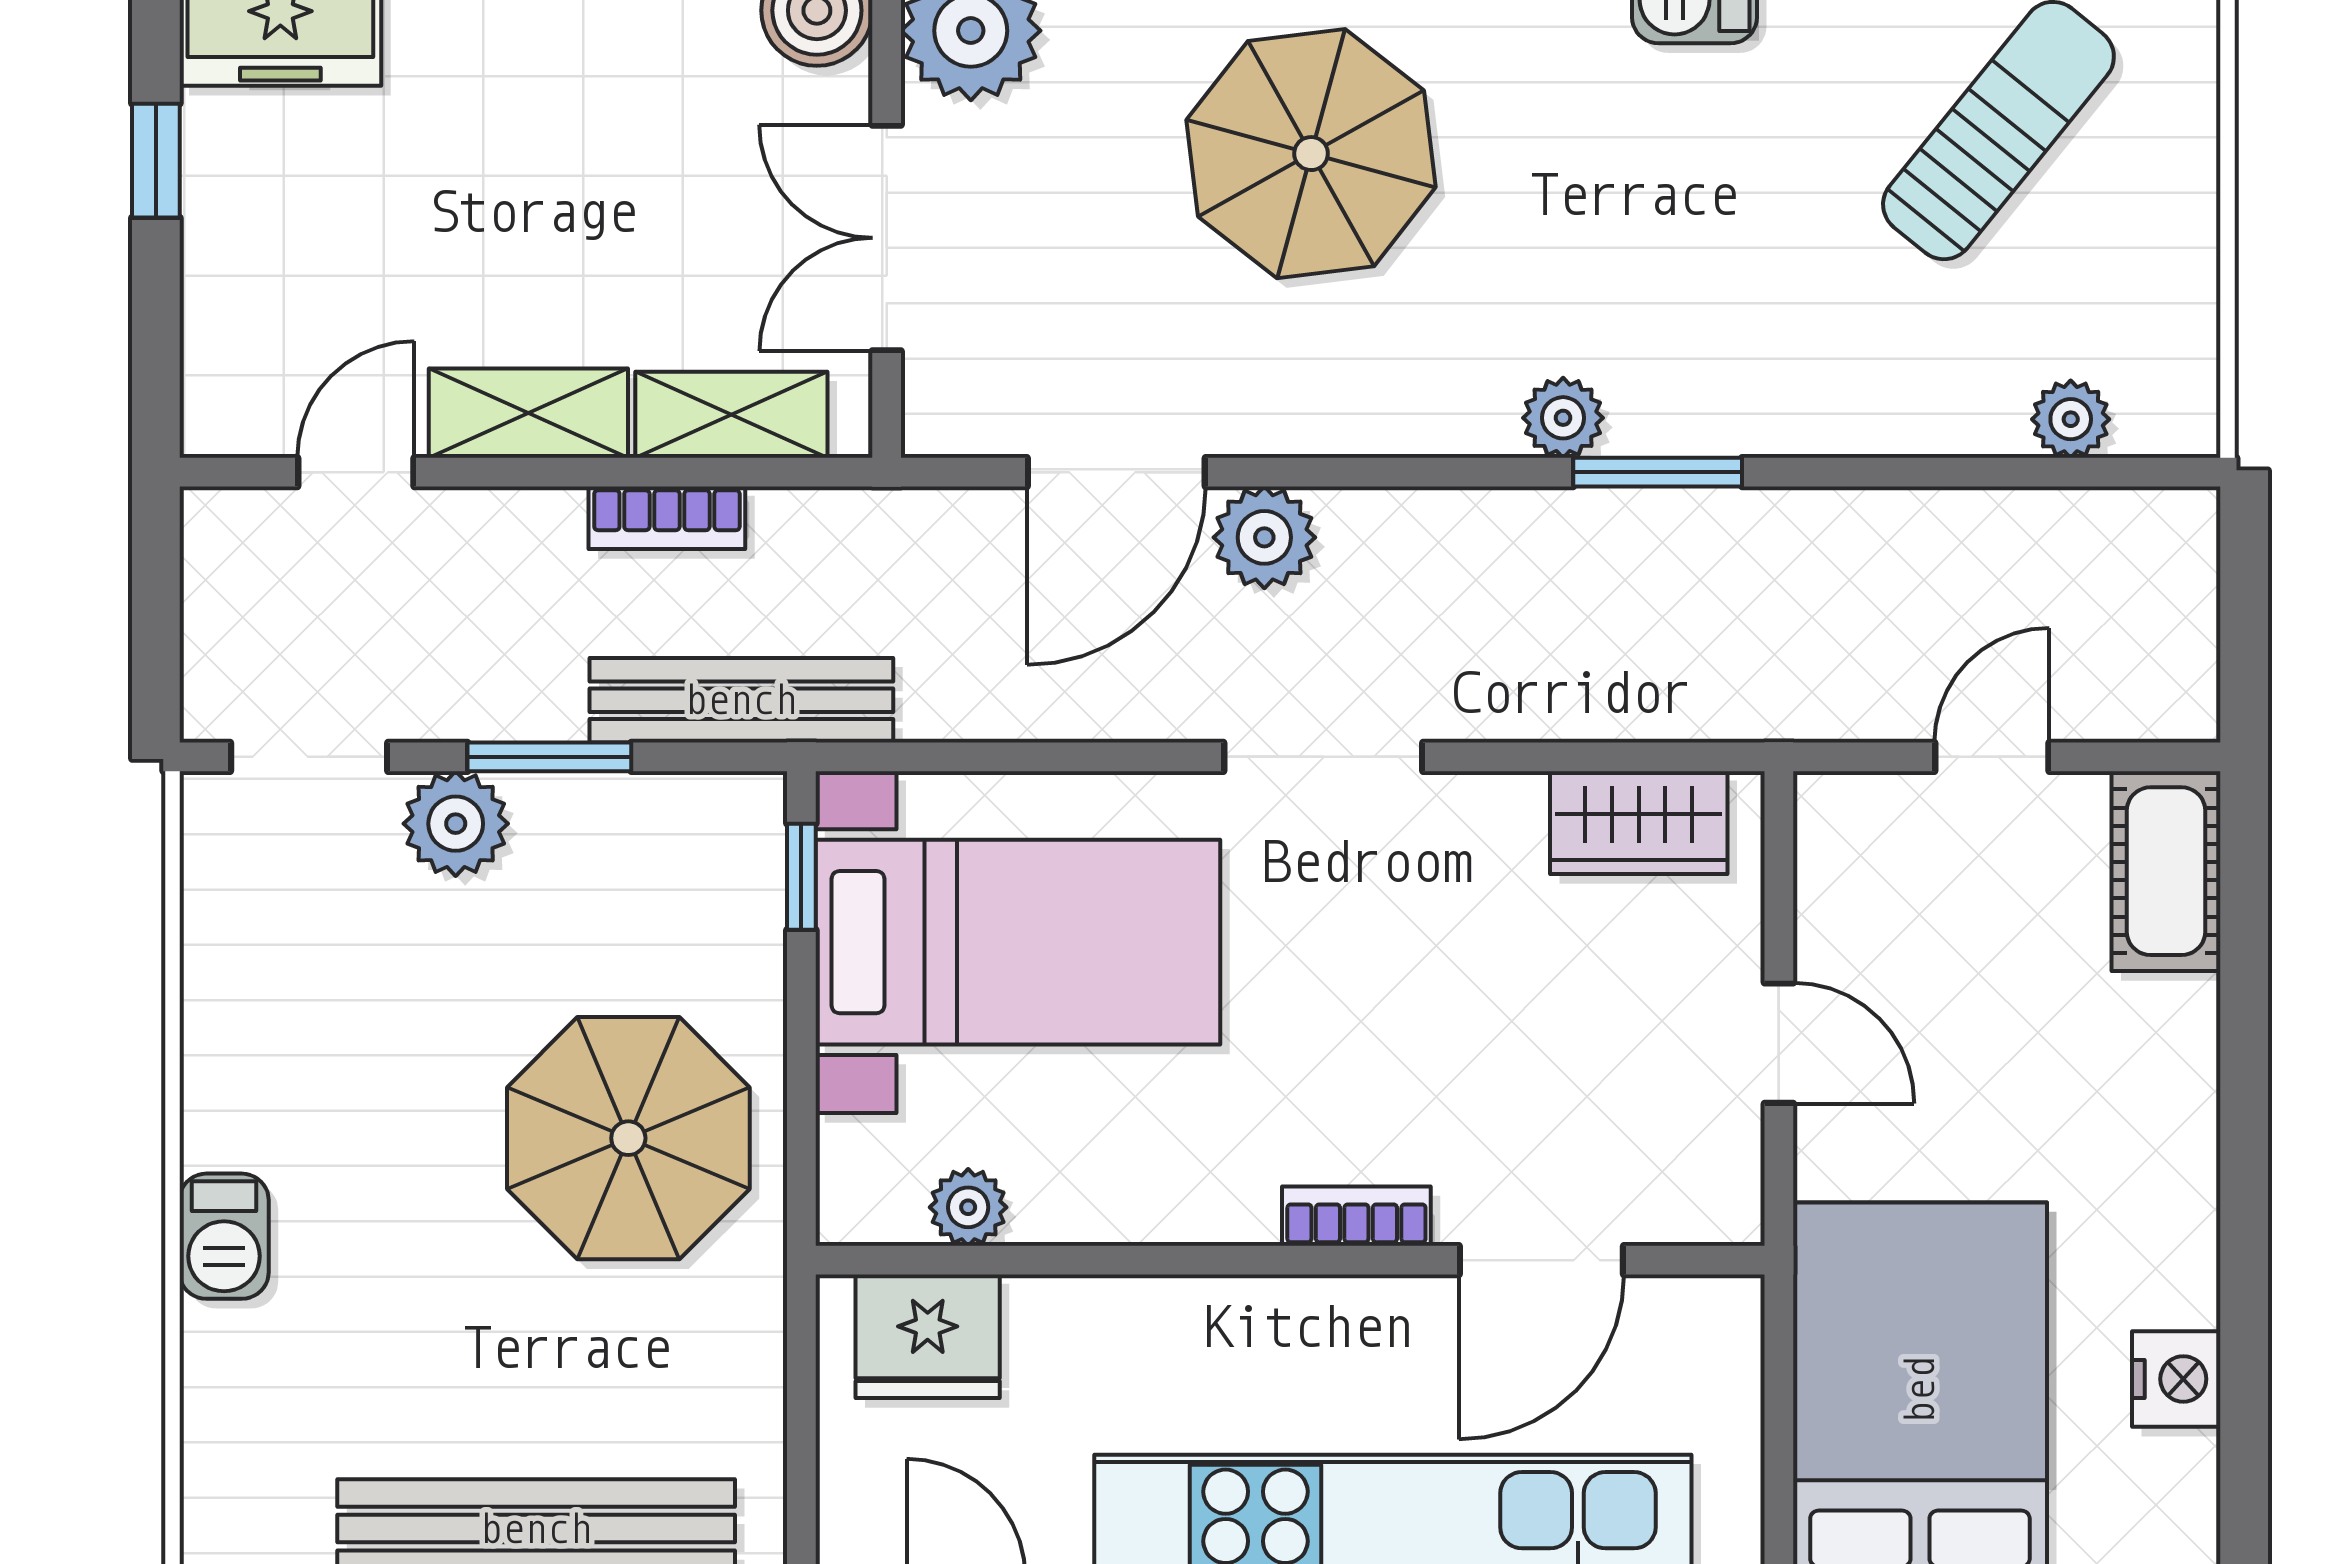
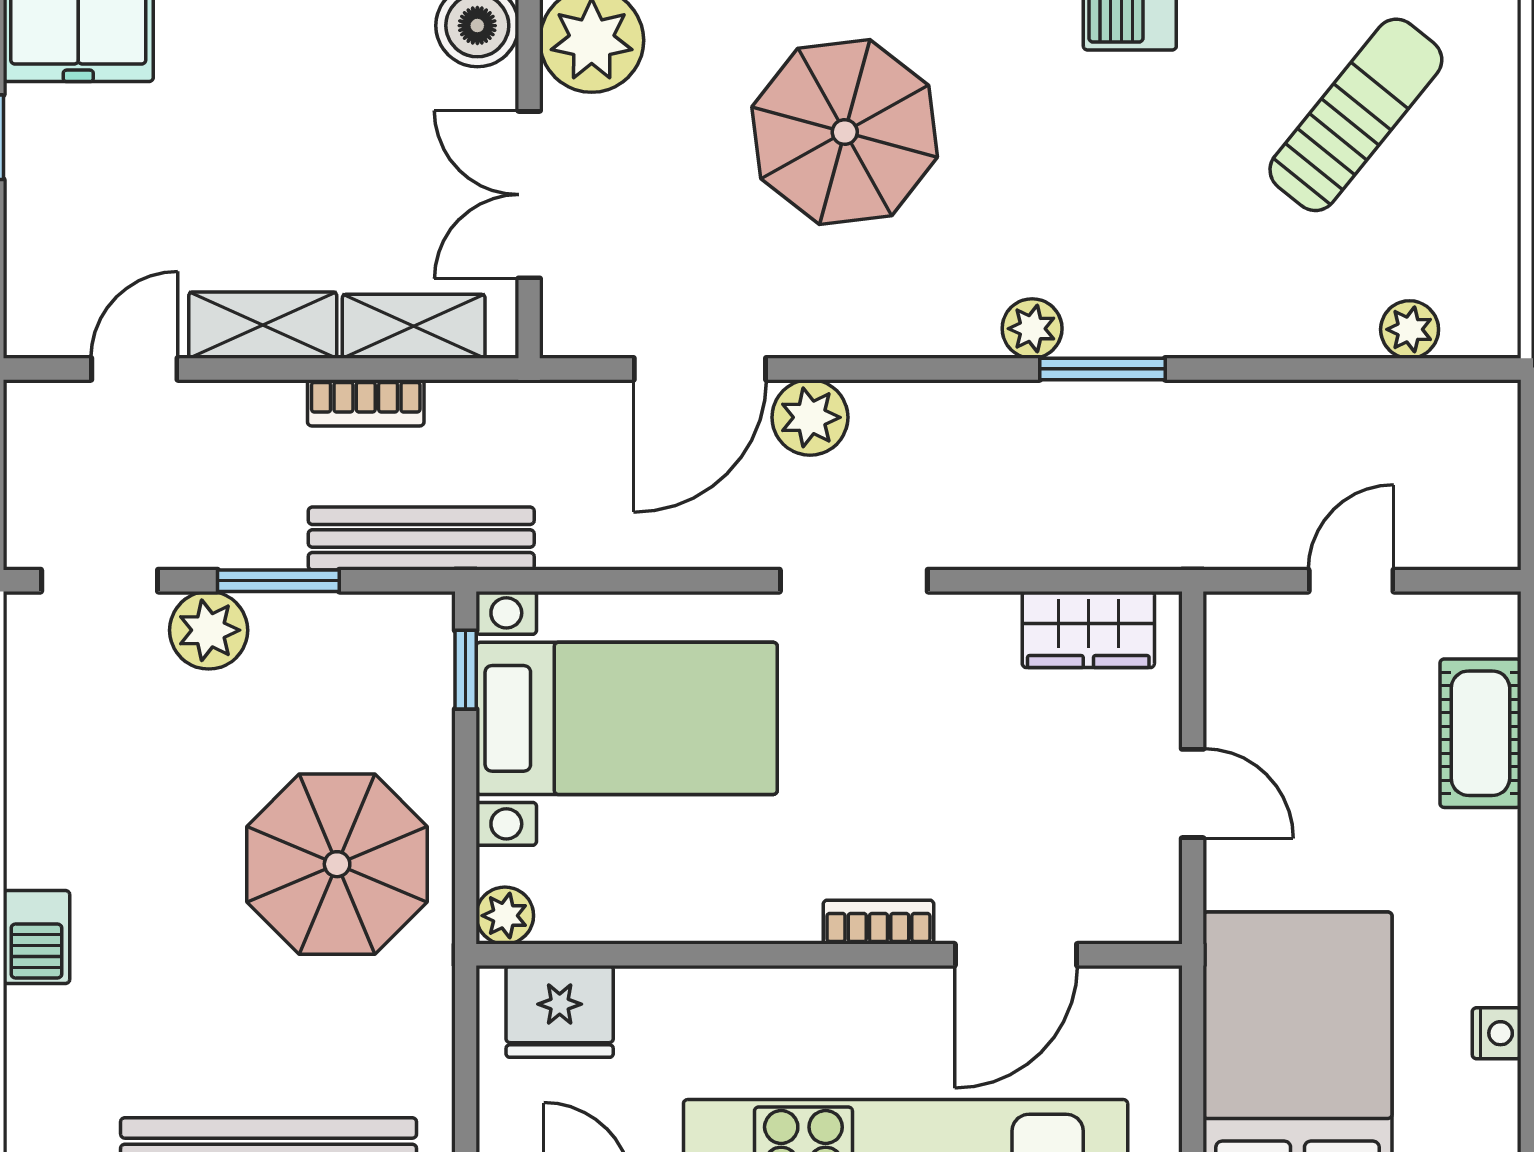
cot: (2166, 871) -> (1480, 733), moved
plant: (968, 1207) -> (505, 916), moved
nightstand: (2176, 1379) -> (1497, 1033), width x0.72, depth x0.74

